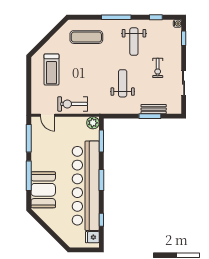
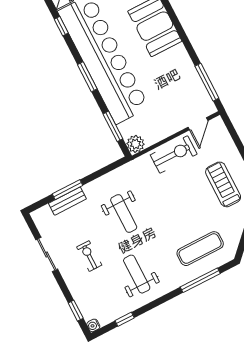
window: (116, 17) -> (200, 280), moved
door: (48, 115) -> (198, 124), swing flipped
window: (29, 176) -> (182, 35), removed

